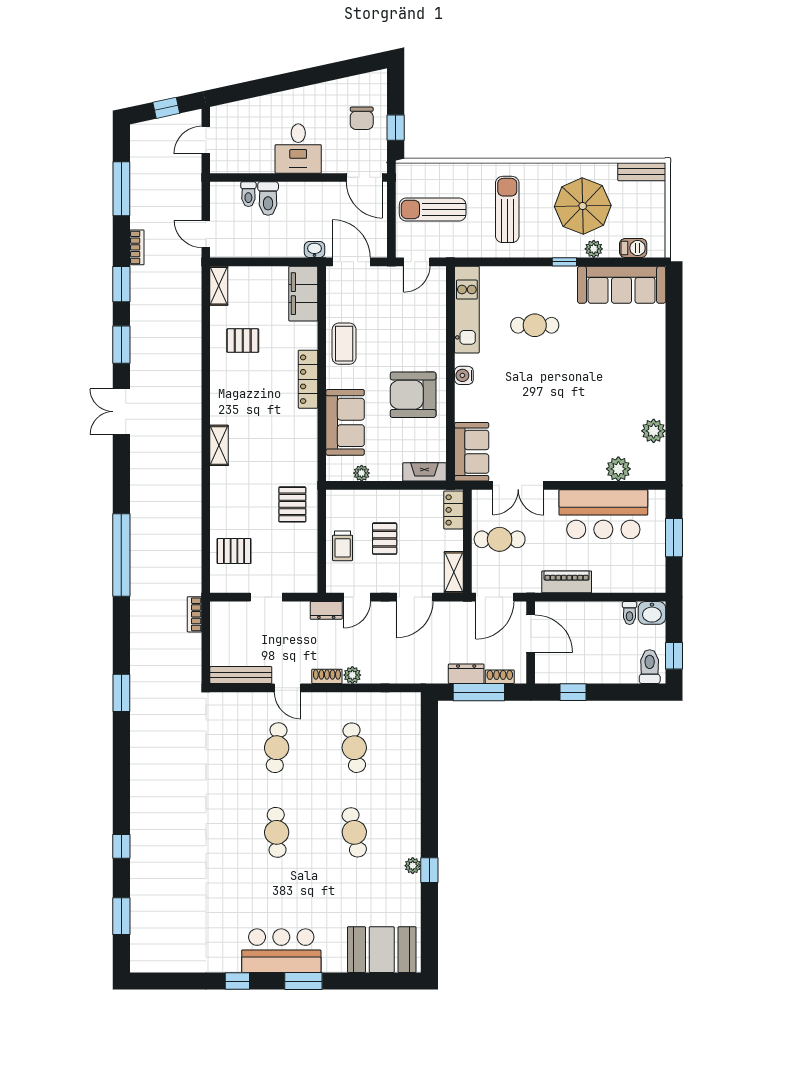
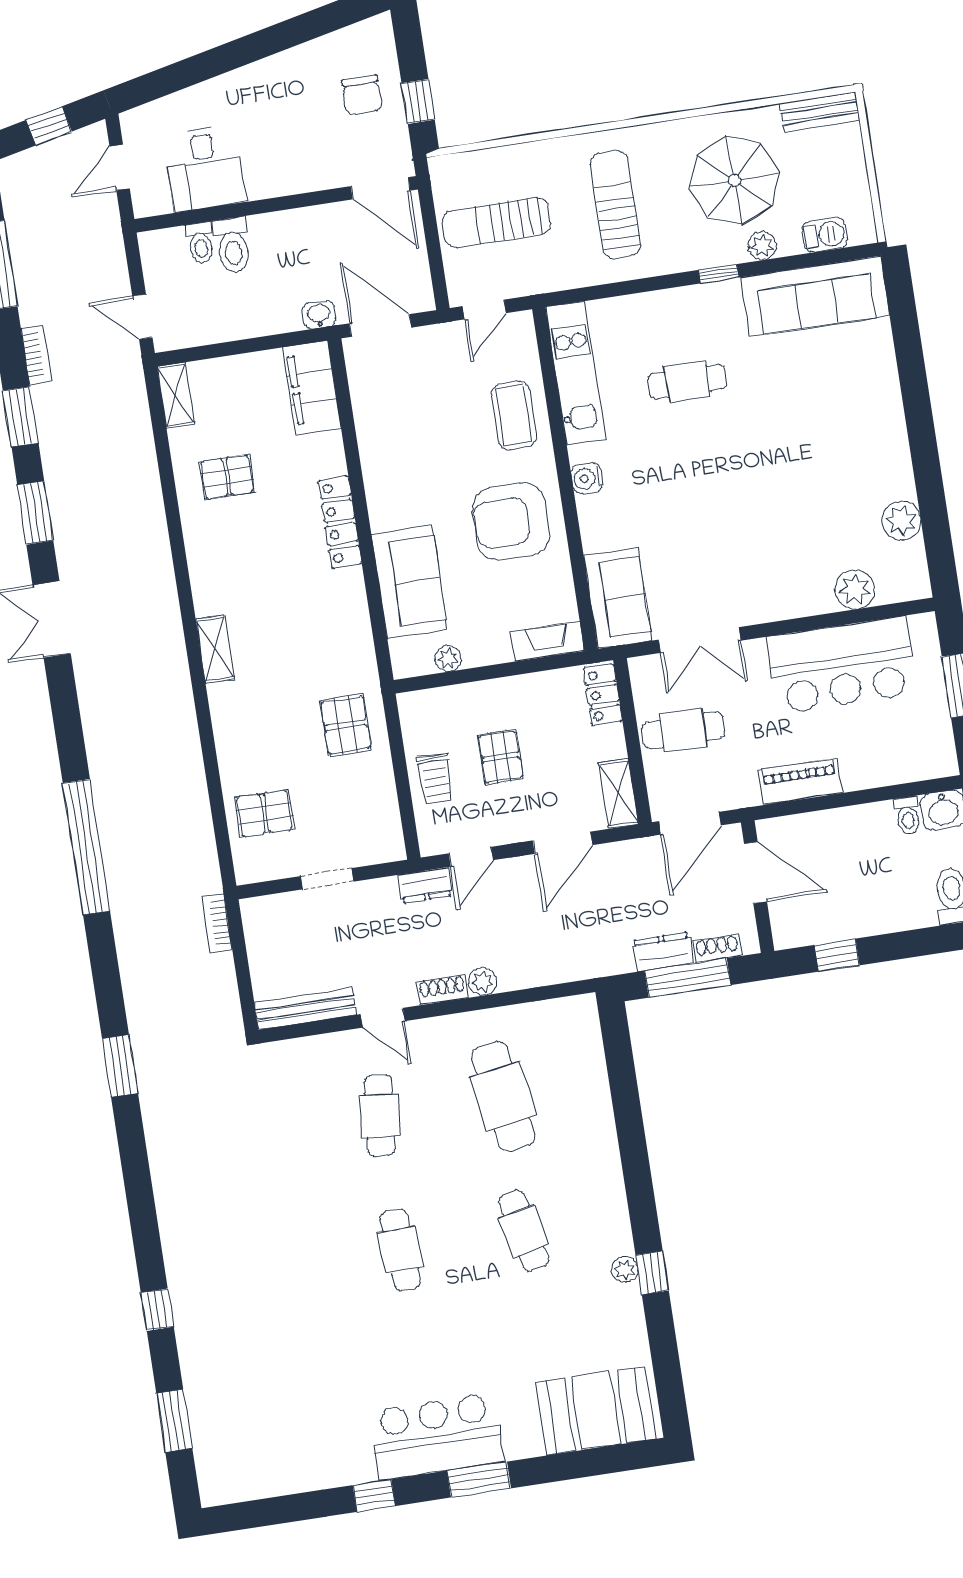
desk: (298, 149) -> (205, 168), moved
coffee table: (344, 344) -> (514, 416), moved
cafe table: (354, 748) -> (503, 1096), width x1.37, depth x1.35

